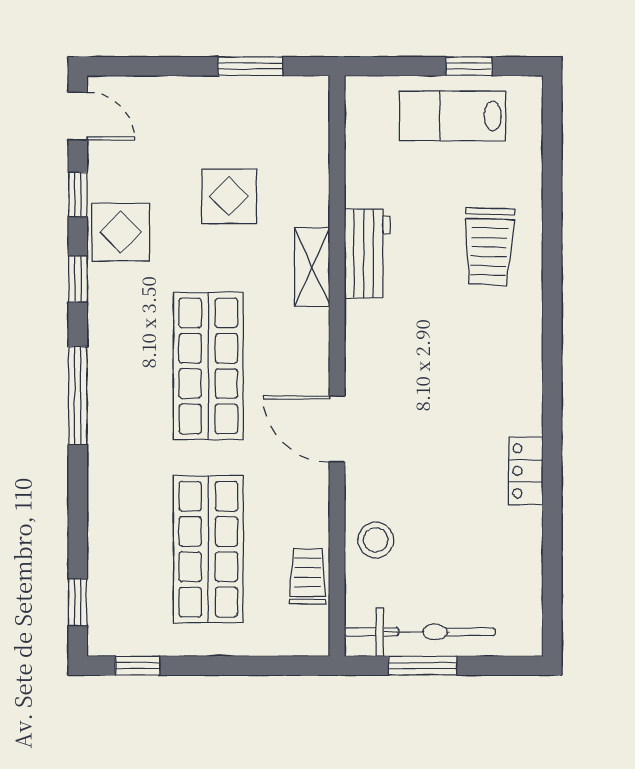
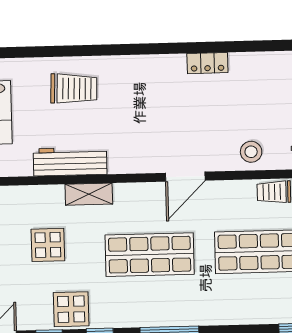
workbench: (367, 254) -> (70, 162), width x1.38

